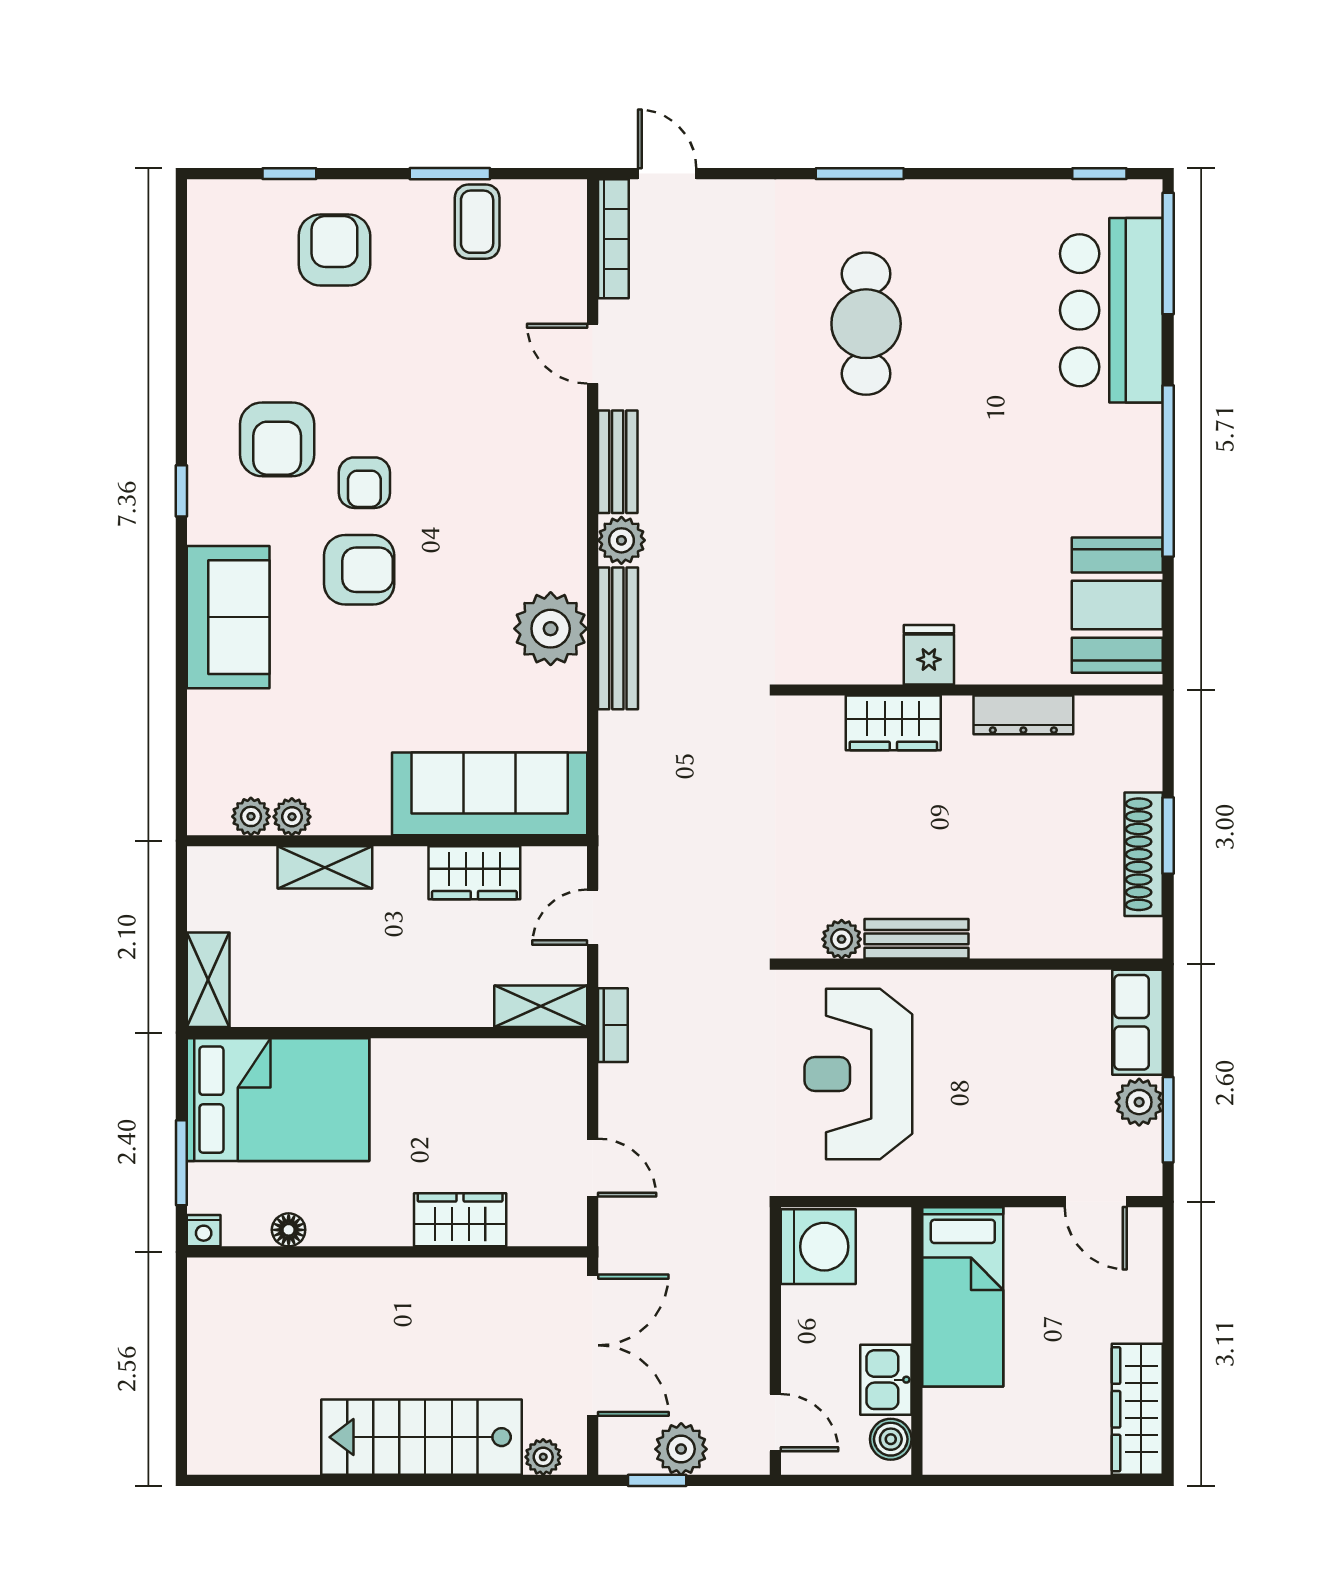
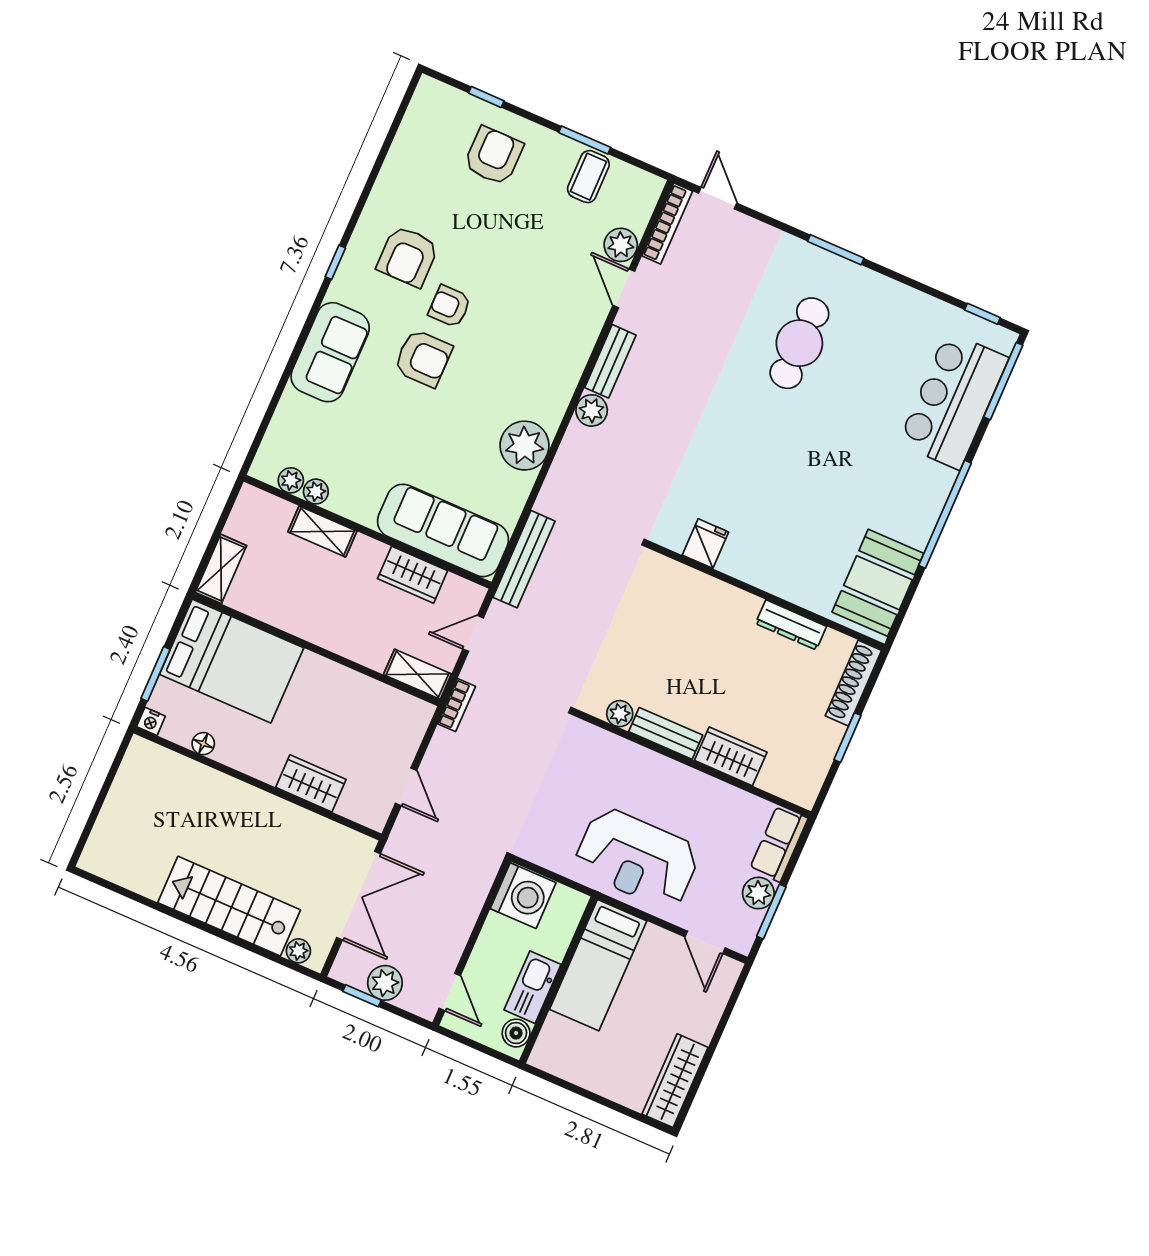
plant: (562, 296) -> (621, 245), added
armchair: (364, 483) -> (450, 306), turned 90
bench: (618, 638) -> (524, 559), moved
fridge: (929, 655) -> (705, 544), moved
wardrobe: (893, 723) -> (731, 756), moved, turned 180
shoe rack: (1144, 854) -> (853, 683), moved
reception desk: (858, 1074) -> (637, 858), moved, turned -90
kitchen sink: (886, 1380) -> (533, 987), width x1.38

